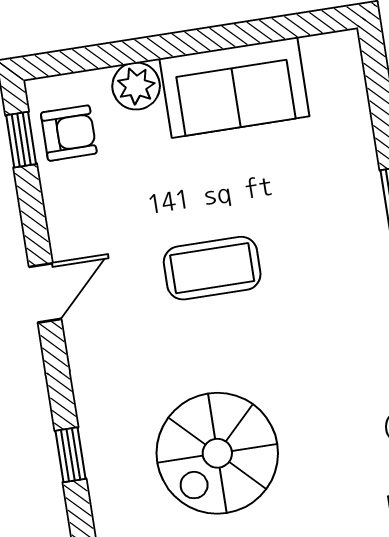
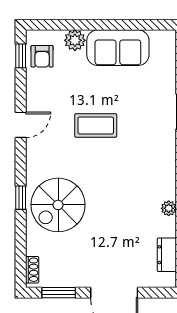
armchair: (69, 133) -> (42, 56), turned 90
spiral stairs: (217, 453) -> (58, 205), moved

